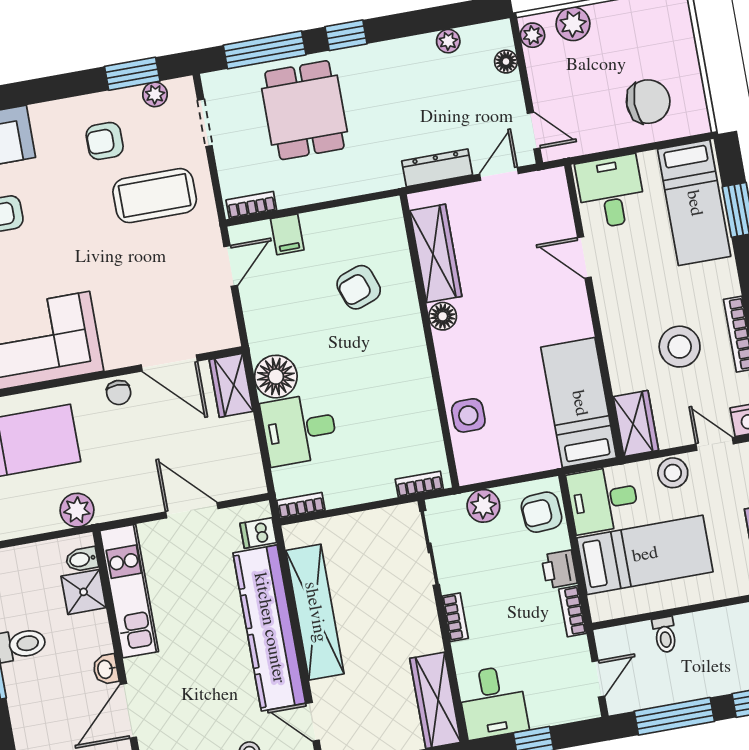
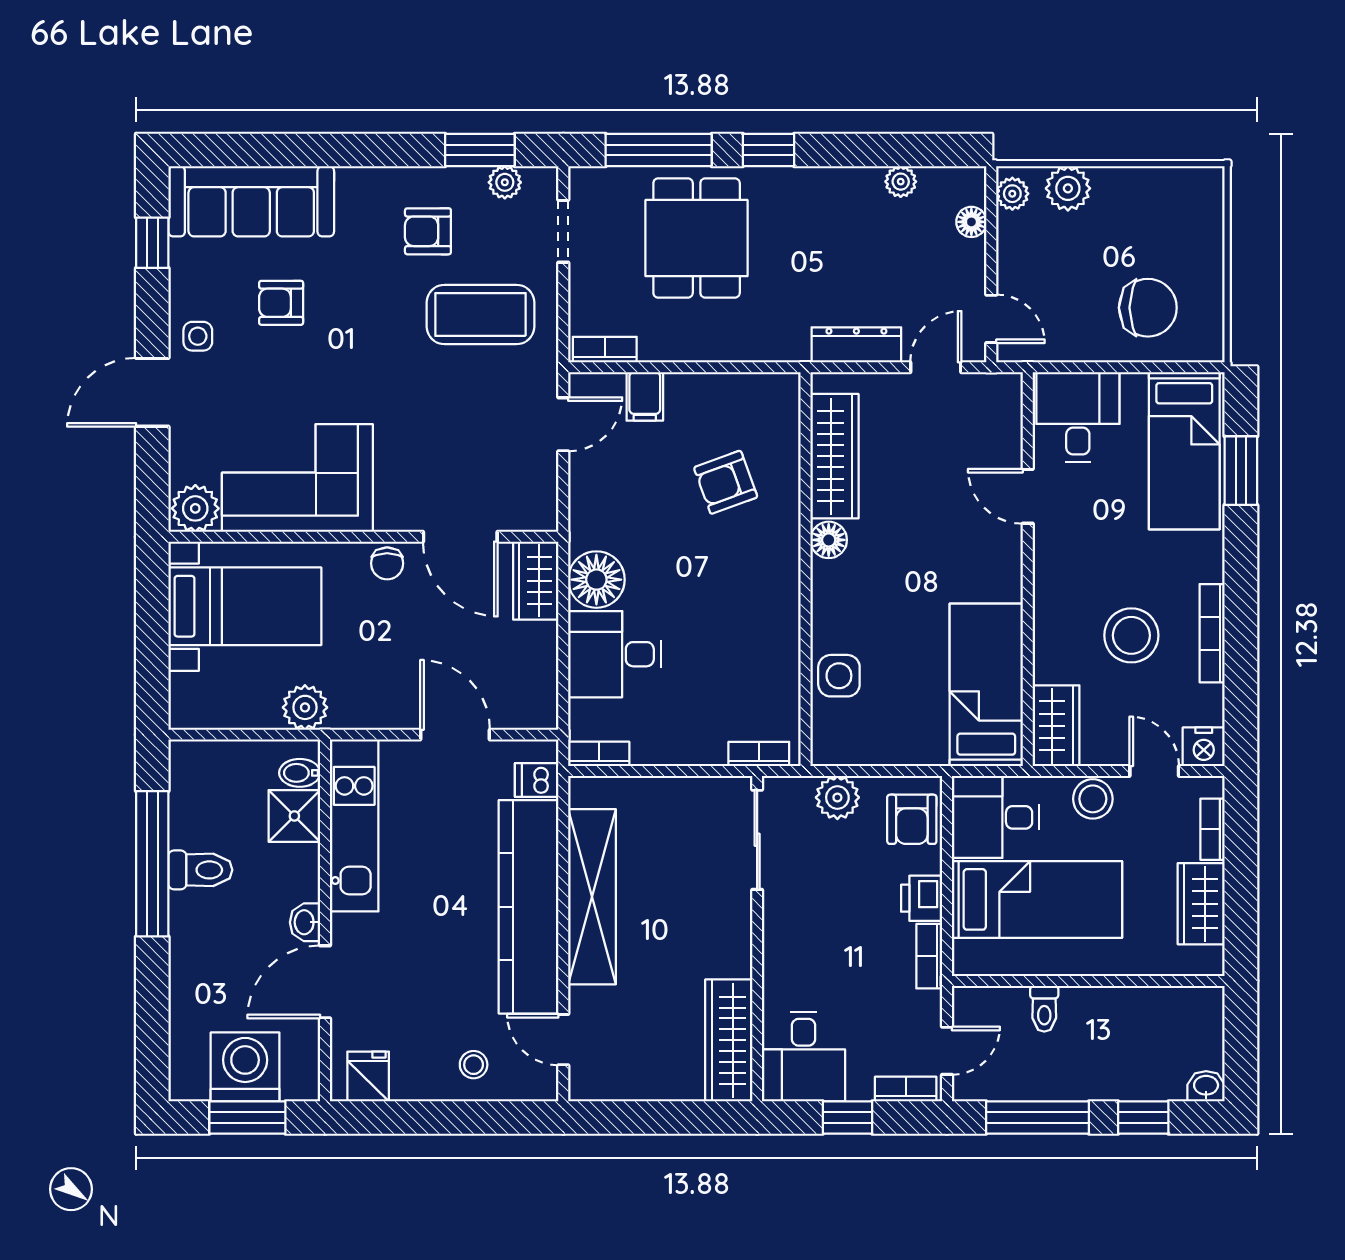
armchair: (541, 512) -> (912, 819), turned -86
bookcase: (455, 617) -> (906, 1089), moved, turned -90

